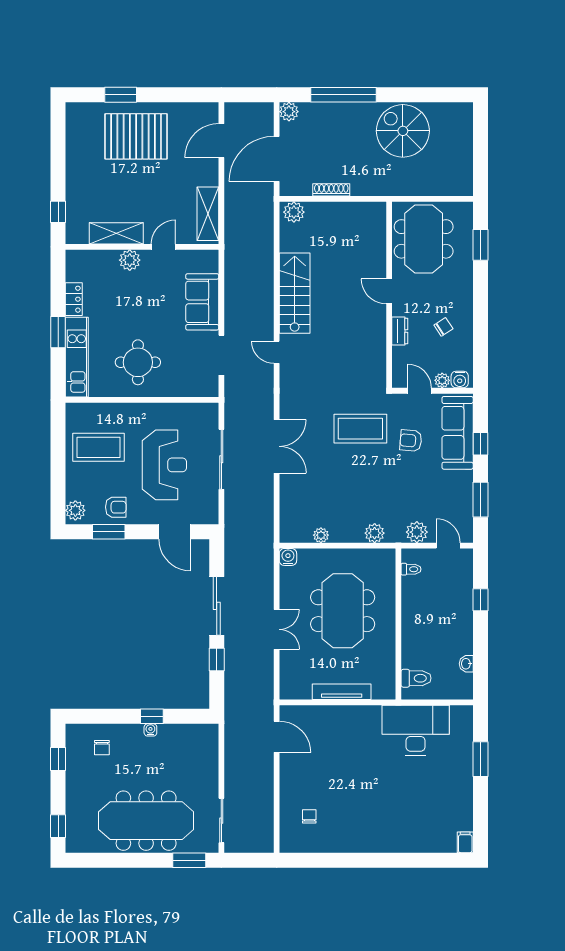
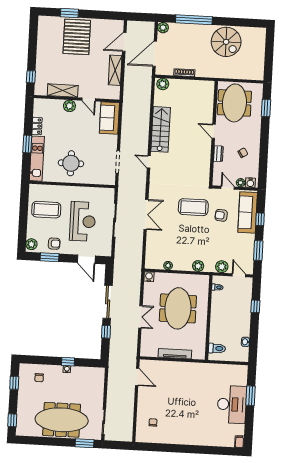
spiral stairs: (403, 131) -> (226, 42), turned 180
pallet: (136, 136) -> (77, 37), turned 90
shelving: (208, 214) -> (115, 70), moved
door: (163, 247) -> (89, 99), swing flipped
sofa: (202, 302) -> (109, 118), moved
desk: (416, 730) -> (232, 404), moved, turned 90

